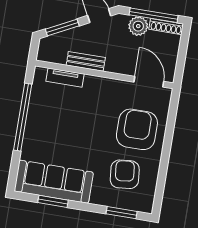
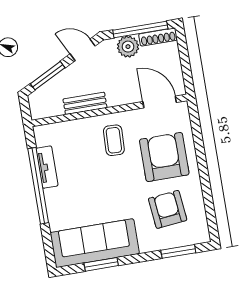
tv unit: (65, 78) -> (47, 167), moved, turned -90
coffee table: (99, 101) -> (114, 140), added

